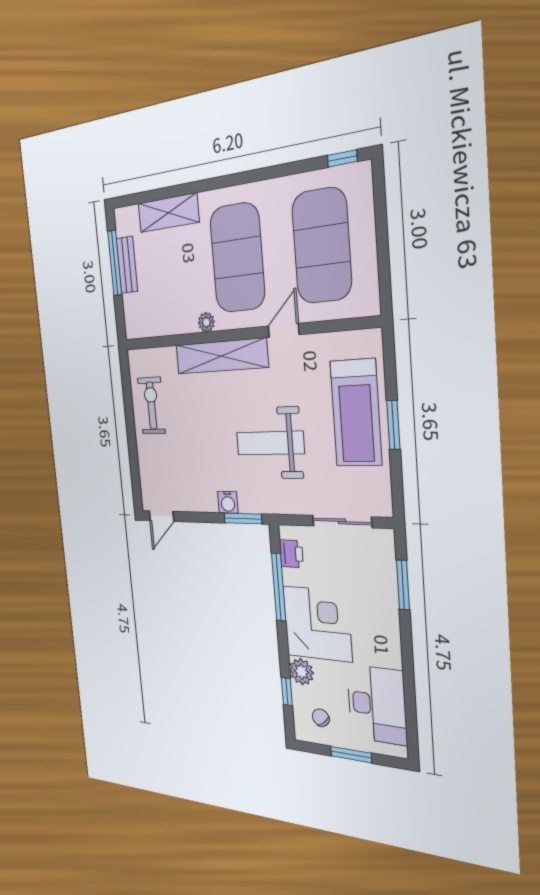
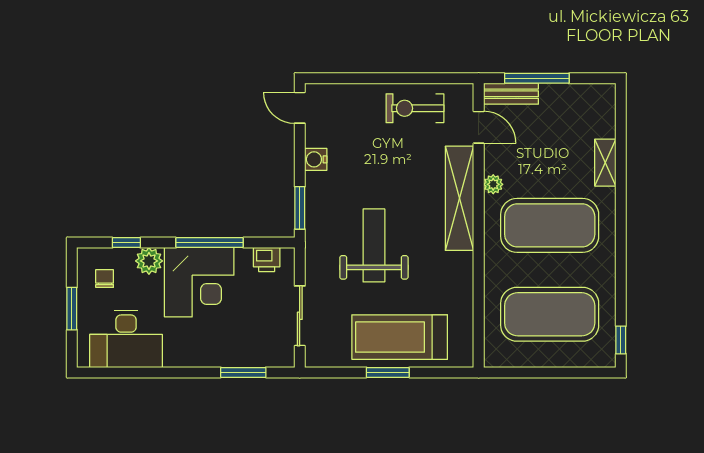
shelving: (168, 213) -> (605, 163), width x0.67, depth x0.75
window: (115, 263) -> (537, 78), moved
bench: (127, 265) -> (511, 94), moved
door: (284, 330) -> (479, 127), moved
exercise bike: (152, 406) -> (415, 108), turned 180
water cooler: (228, 502) -> (316, 159), moved
window: (279, 587) -> (210, 243), moved
chair: (321, 718) -> (105, 279), turned -51

